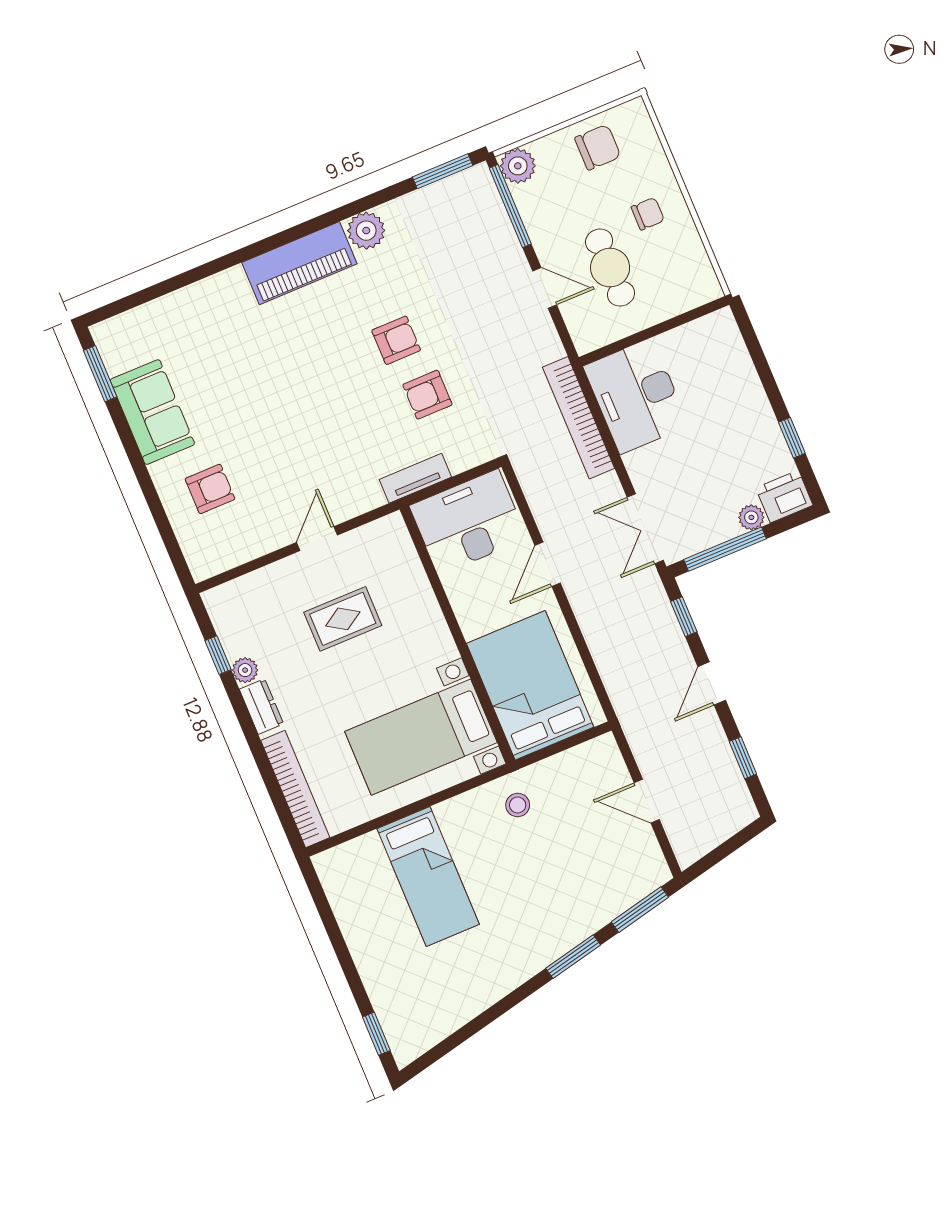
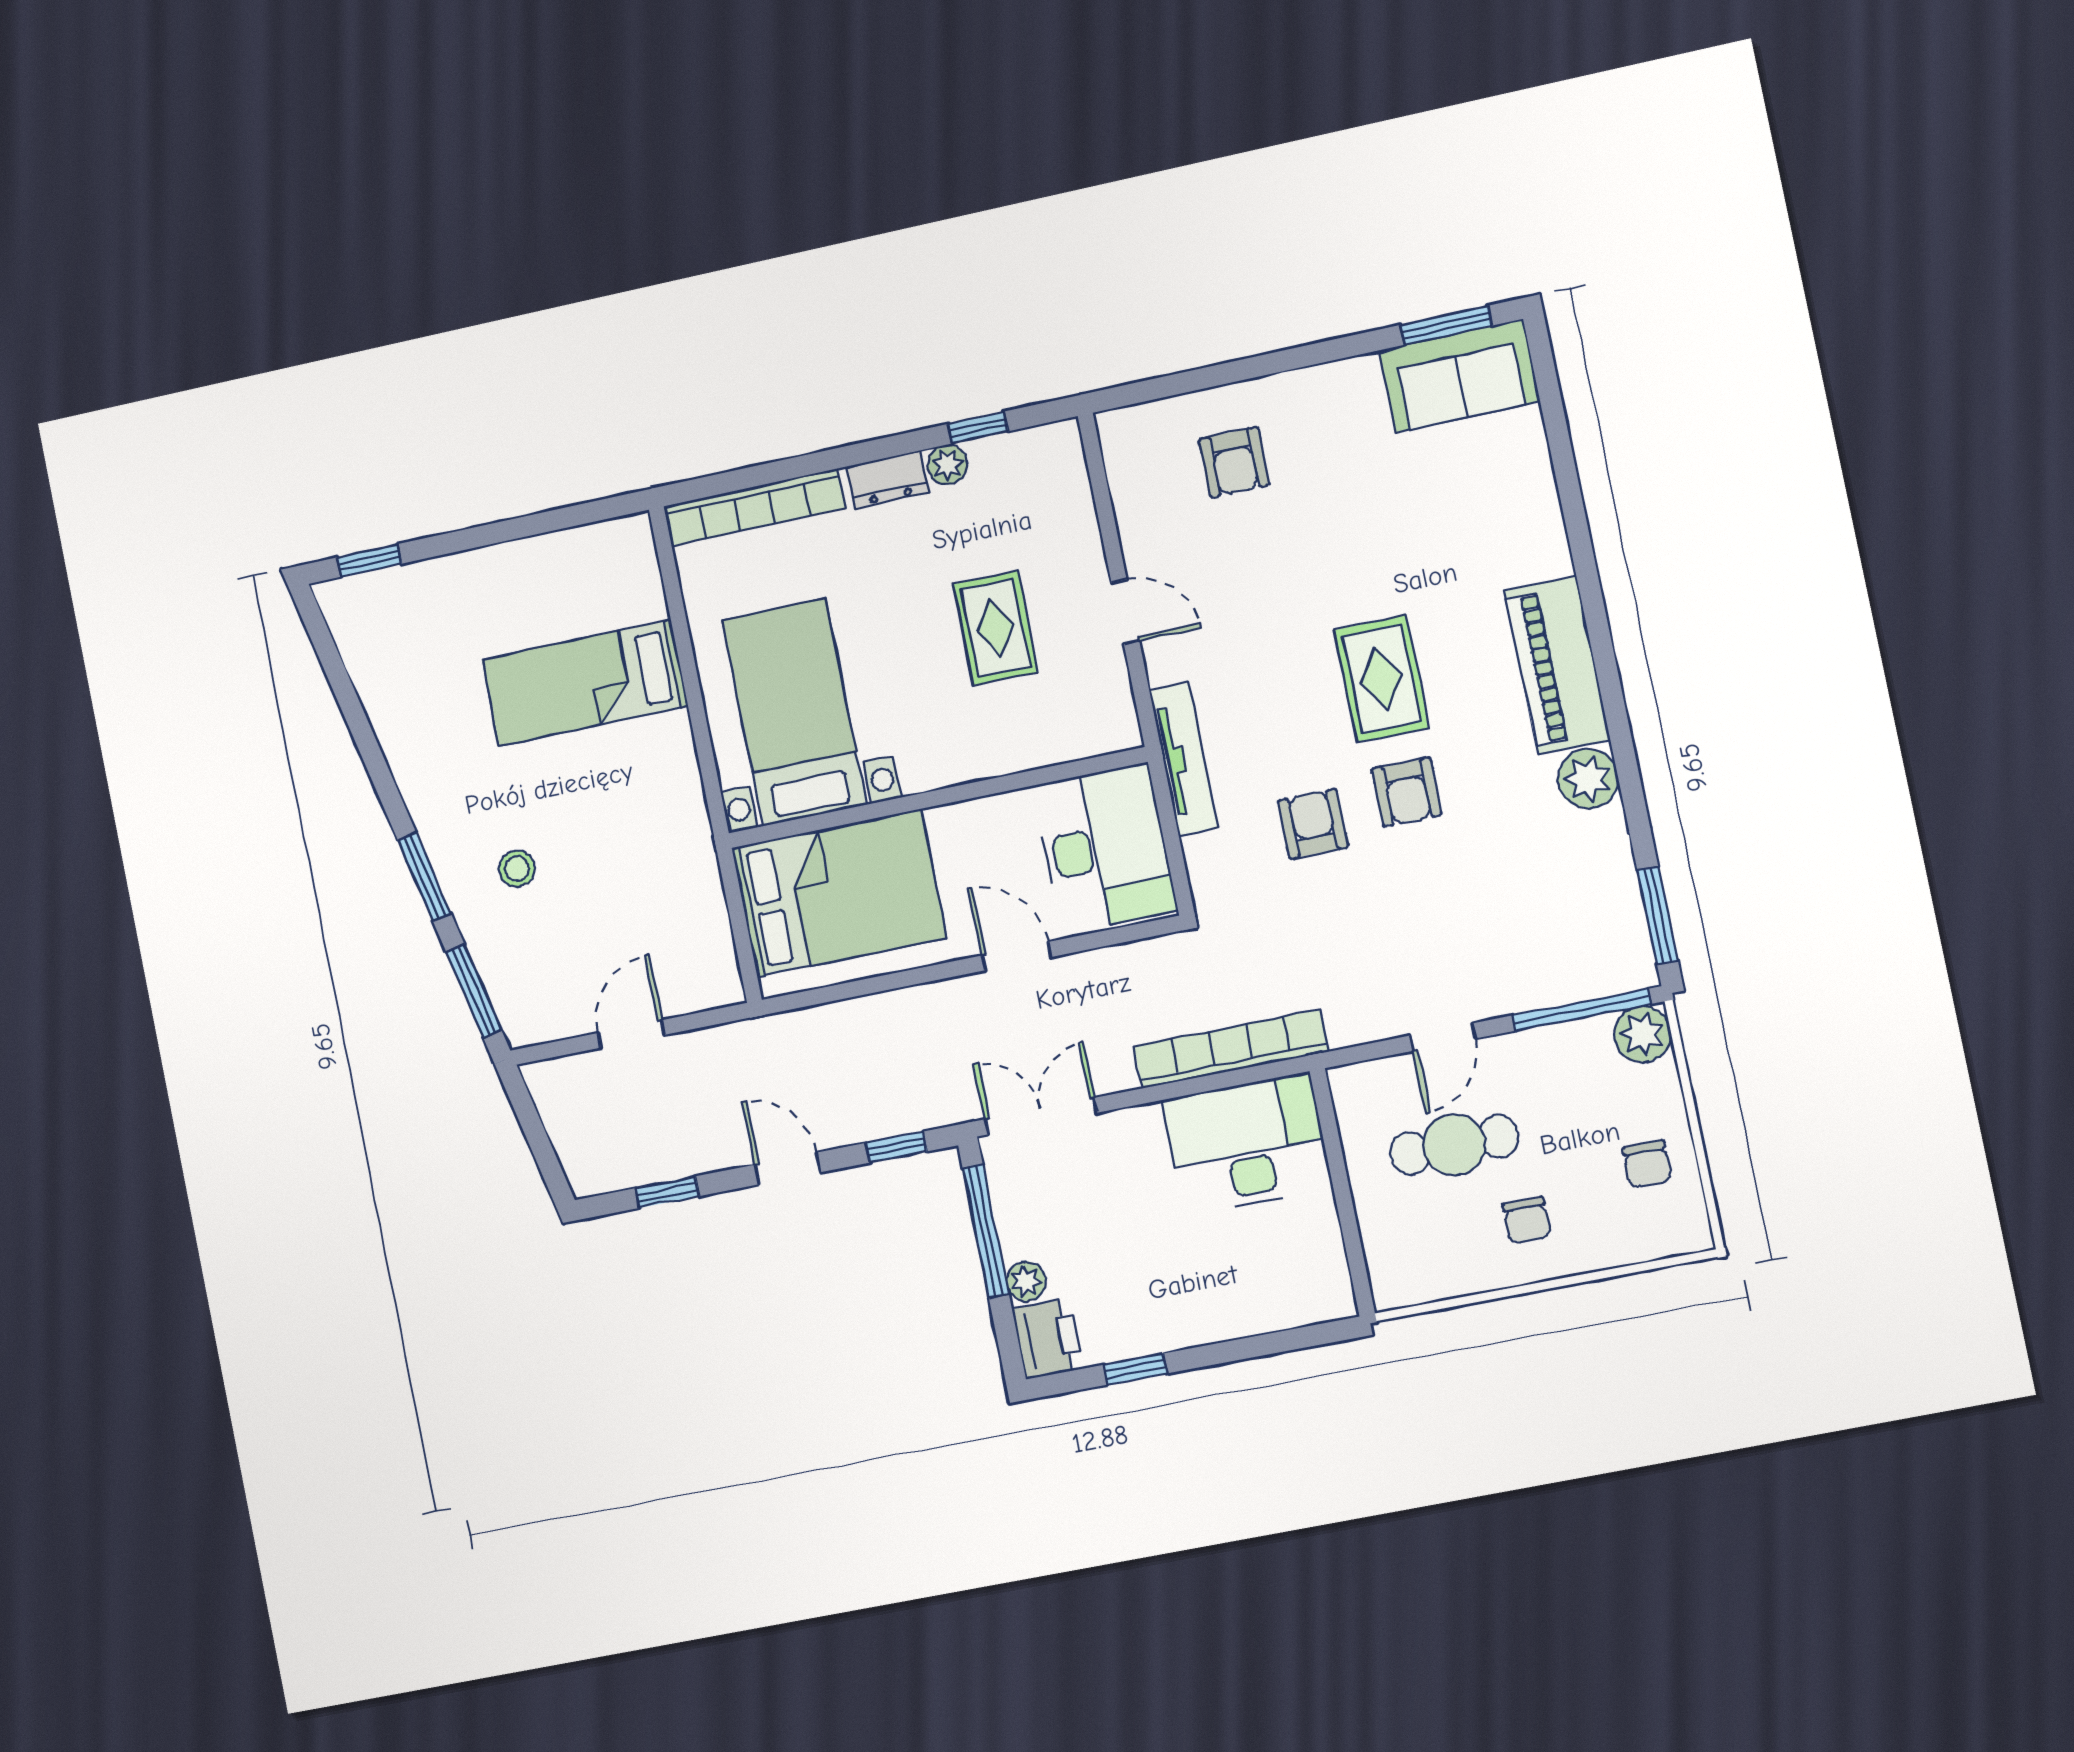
chair: (598, 147) -> (1647, 1164), width x0.73, depth x0.73
rug: (329, 370) -> (1382, 679), added
sofa: (152, 412) -> (1459, 376), moved
tv unit: (415, 478) -> (1184, 759), width x1.41
stool: (518, 805) -> (517, 869), moved

